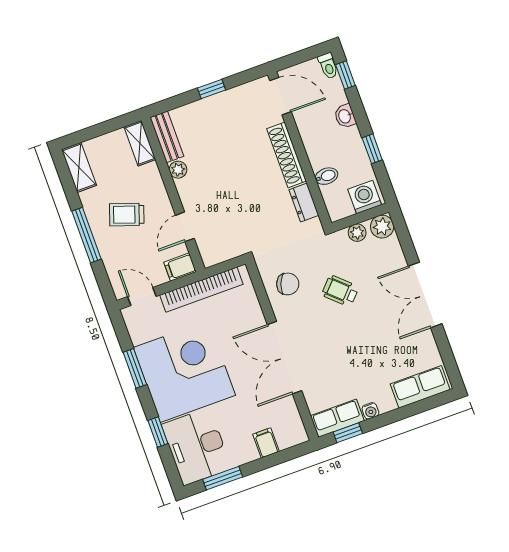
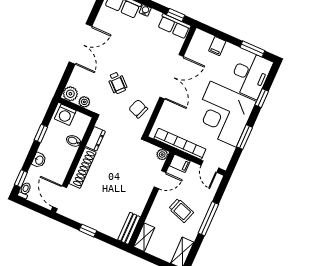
plant: (178, 170) -> (162, 155), moved
water cooler: (370, 411) -> (145, 10), moved

